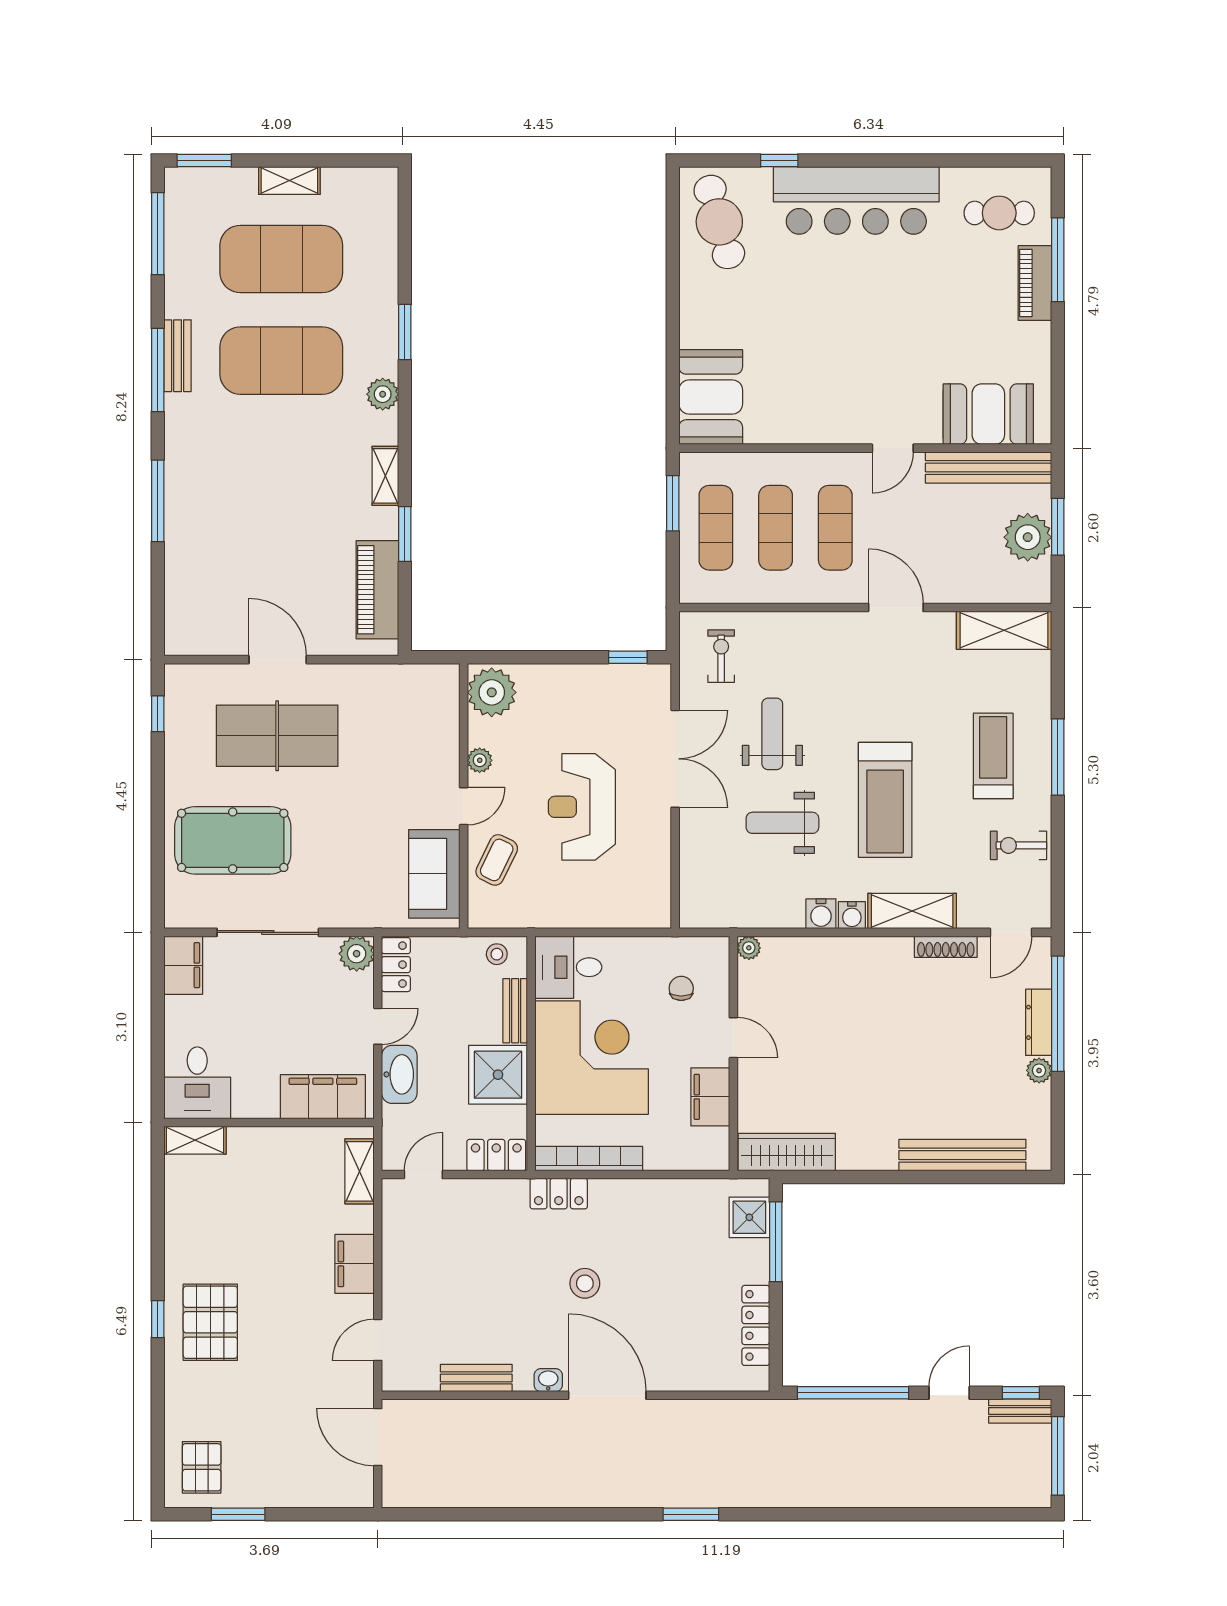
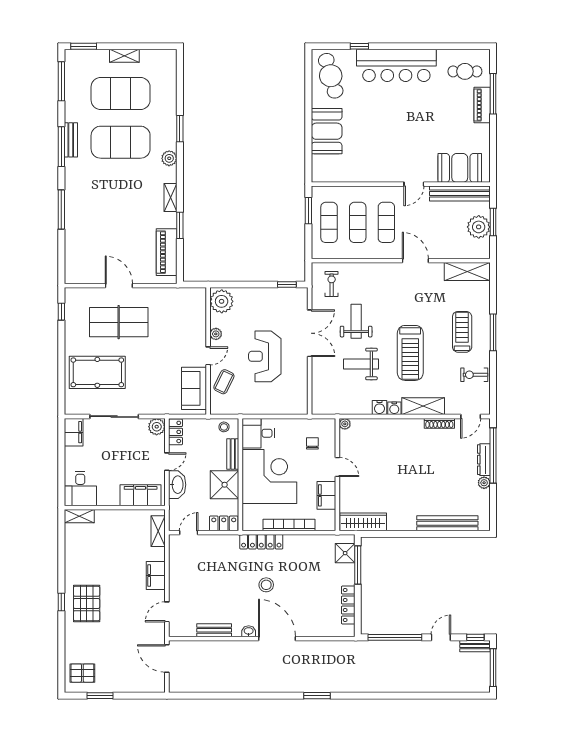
booth: (711, 397) -> (327, 131), moved
bookcase: (589, 1159) -> (289, 525), moved
locker: (559, 1194) -> (261, 542), width x1.53
pallet: (202, 1467) -> (82, 673), turned 90

